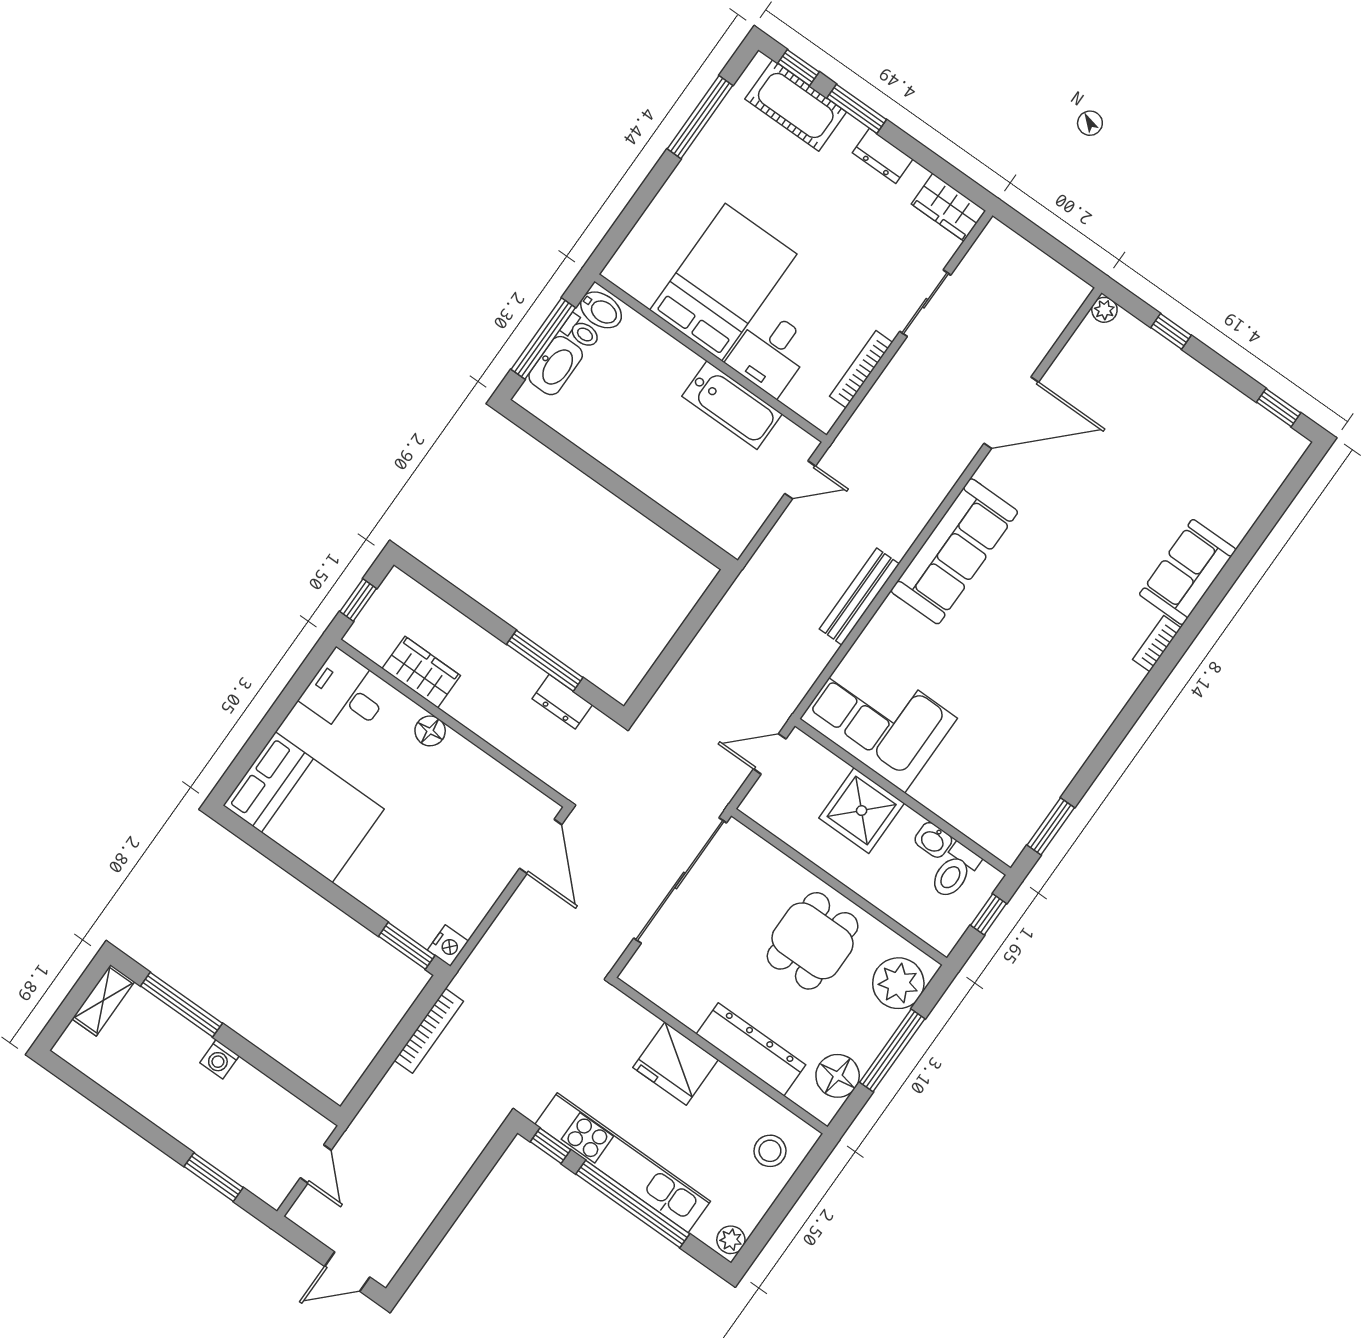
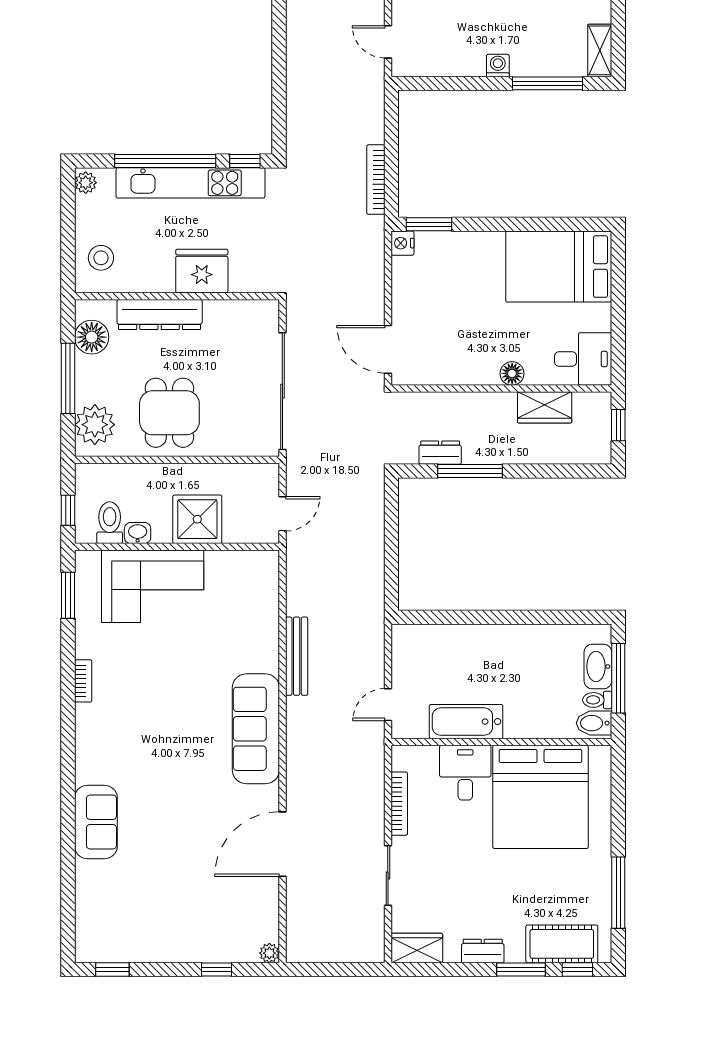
bed: (723, 282) -> (541, 797), width x1.36
bookcase: (1157, 644) -> (83, 681), moved
corner sofa: (879, 719) -> (153, 586), moved

